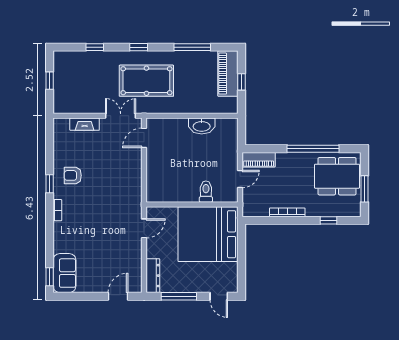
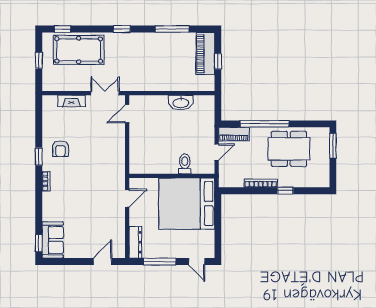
window: (95, 47) -> (63, 29), moved
pool table: (146, 81) -> (79, 50), moved
window: (313, 149) -> (265, 124), moved
armchair: (73, 175) -> (60, 149), turned -90
dining table: (337, 176) -> (289, 149), moved
window: (365, 189) -> (333, 146), moved
window: (329, 220) -> (285, 191), moved

